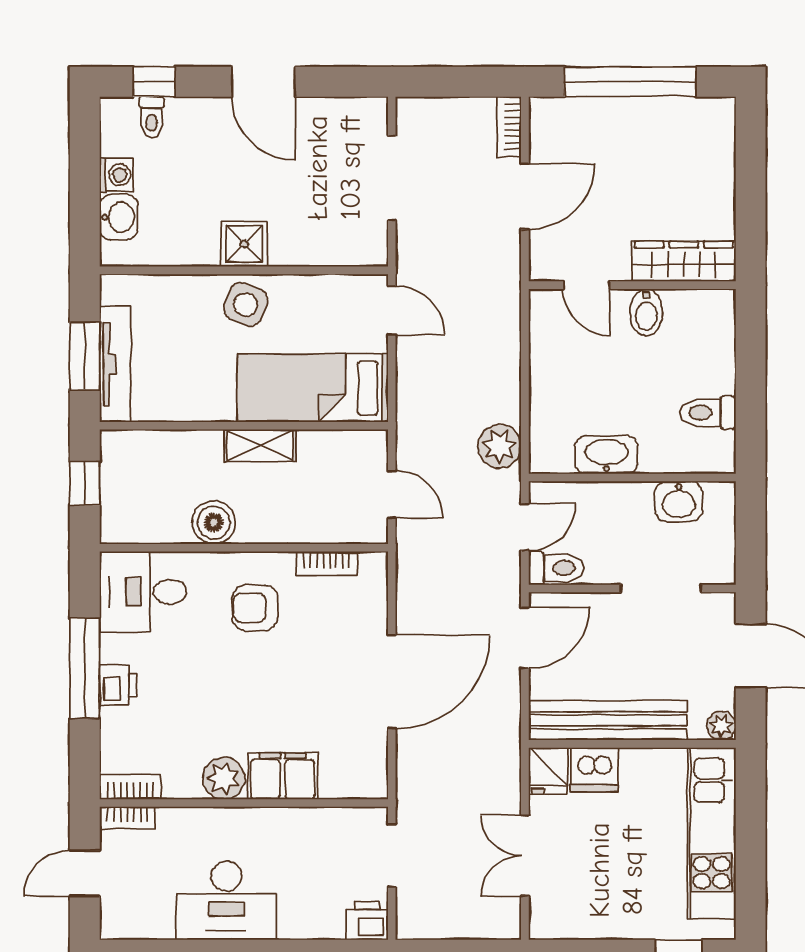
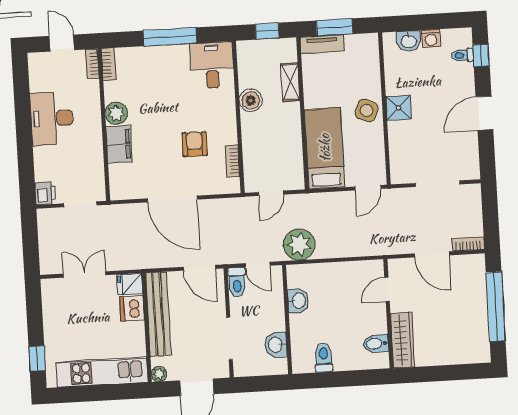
bidet: (646, 312) -> (376, 344), moved
tv unit: (115, 364) -> (322, 44), width x0.71
shelving: (260, 446) -> (290, 82), moved
plant: (500, 446) -> (299, 244), width x1.36, depth x1.36
washbasin: (606, 455) -> (298, 301), width x0.72
armchair: (255, 608) -> (194, 144), moved
printer: (118, 685) -> (162, 55), removed

